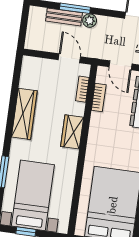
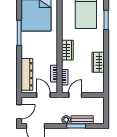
door: (69, 58) -> (75, 95), swing flipped
wardrobe: (24, 114) -> (98, 62), width x0.67

